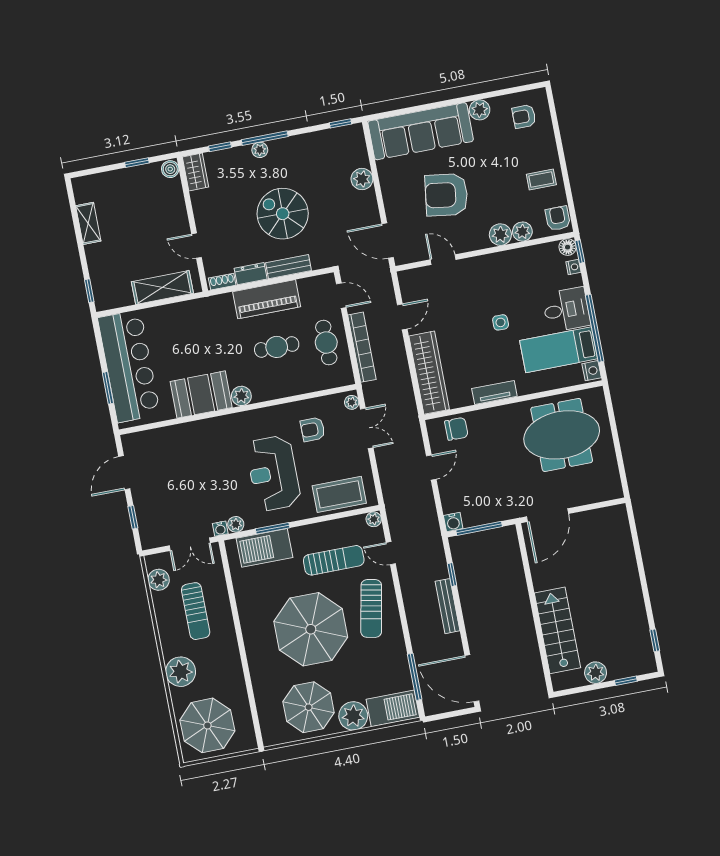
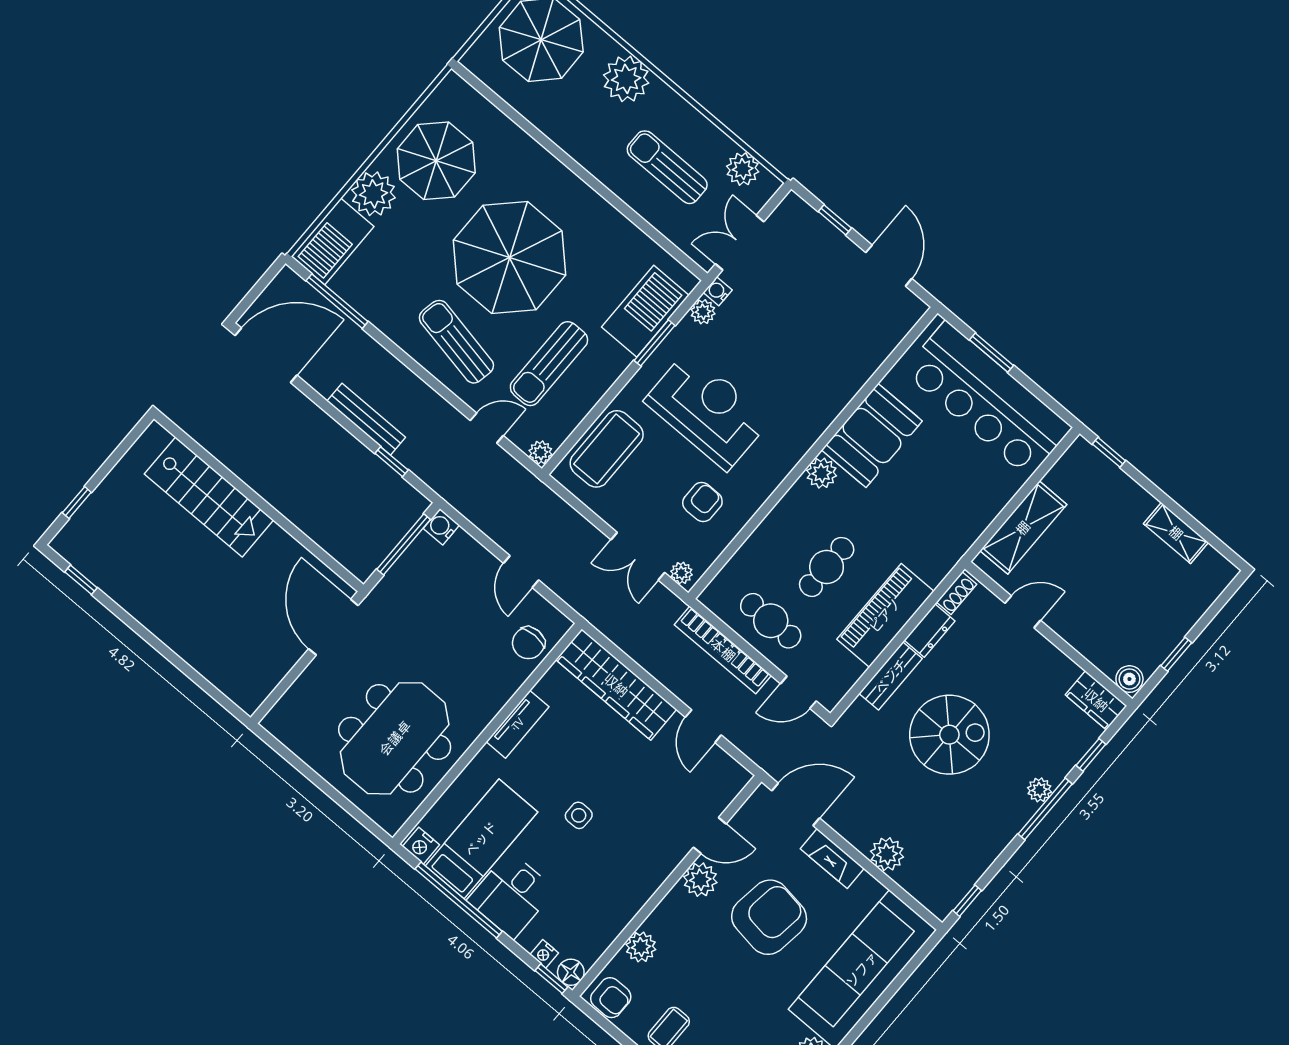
fireplace: (391, 199) -> (832, 859), added
plant: (500, 235) -> (700, 880), moved
plant: (596, 673) -> (121, 483), removed

